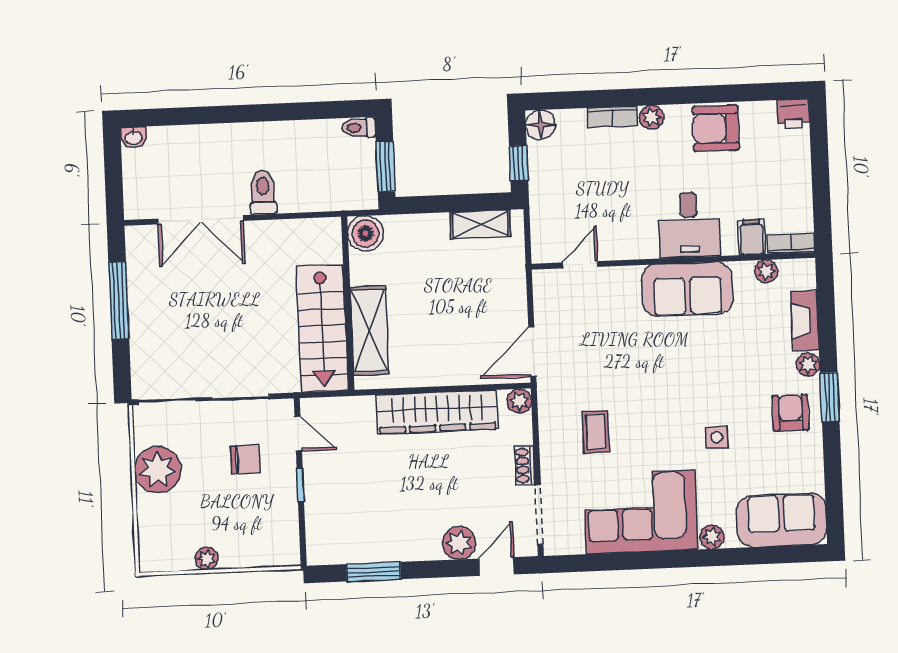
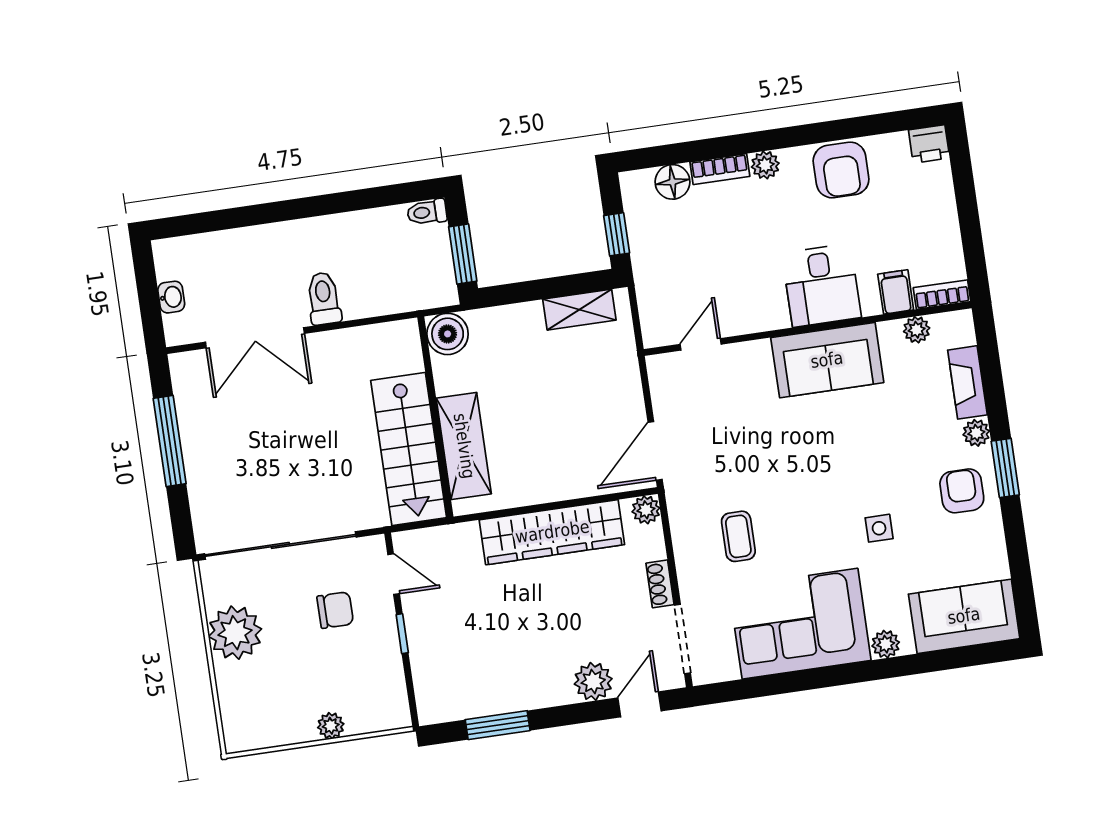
floor lamp: (541, 125) -> (672, 182), moved
armchair: (716, 128) -> (841, 170), turned -90
washbasin: (134, 137) -> (171, 297), moved, turned -90
plant: (206, 559) -> (331, 726), moved

